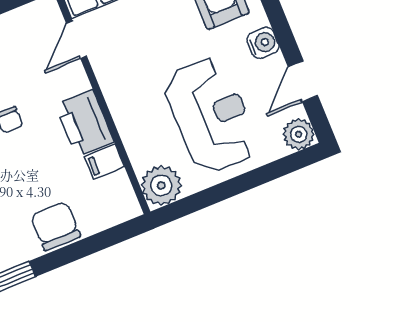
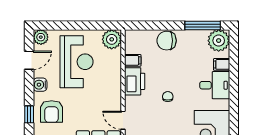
door: (76, 40) -> (123, 120), swing flipped
reception desk: (211, 115) -> (77, 62), turned 180
chair: (55, 226) -> (167, 41), turned 90

